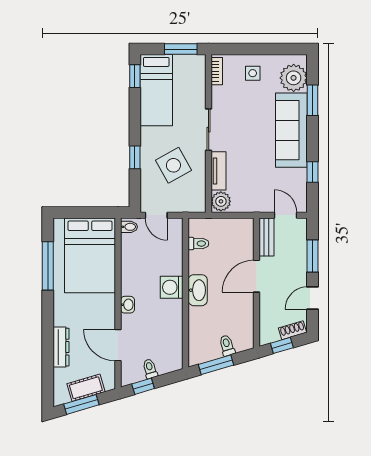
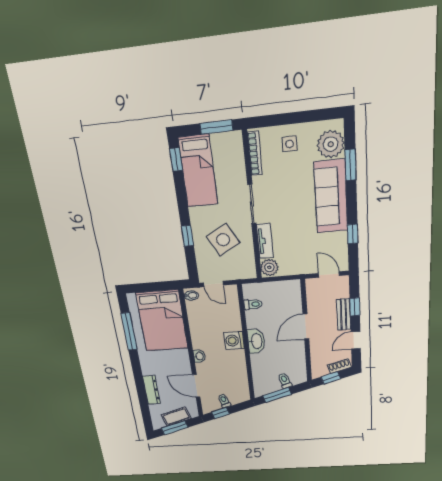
bookcase: (217, 71) -> (255, 154), width x1.56
bench: (267, 237) -> (344, 315), moved
window: (313, 256) -> (355, 307), width x0.67

